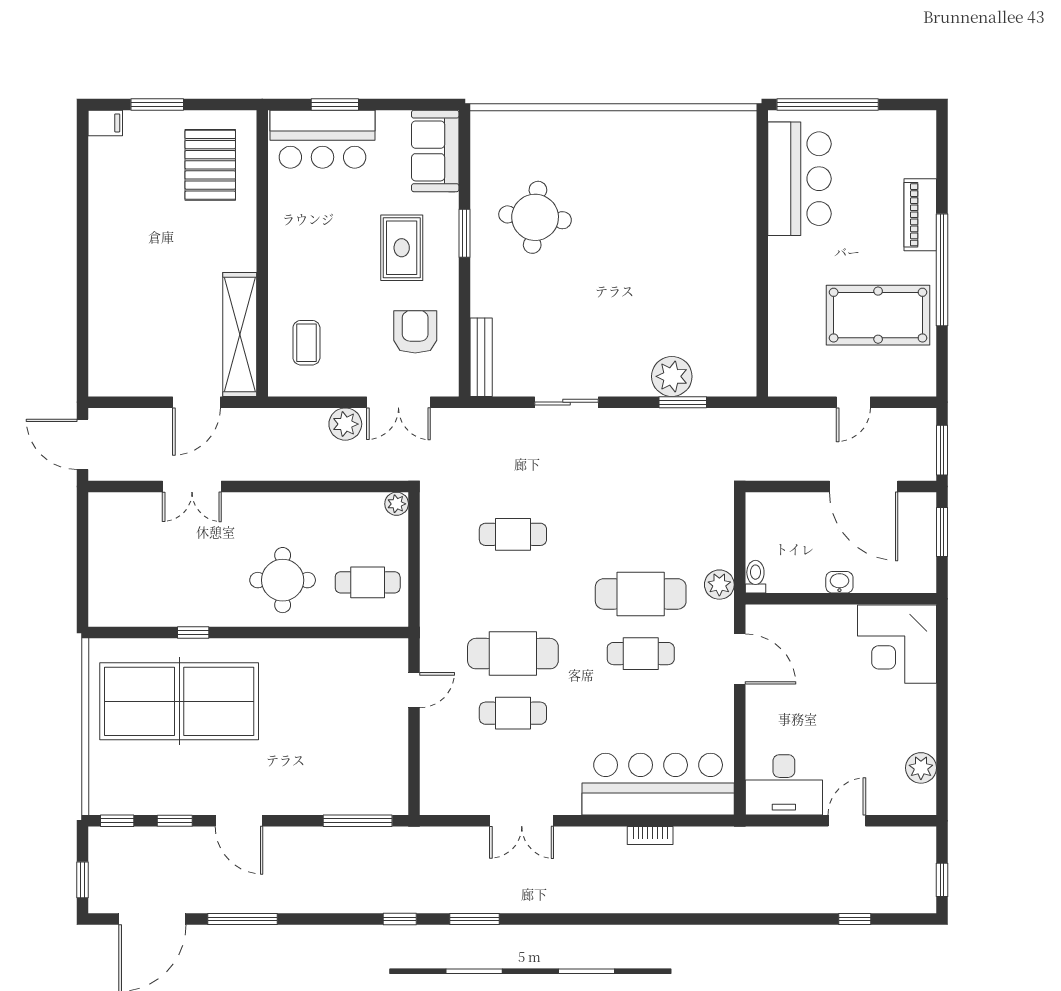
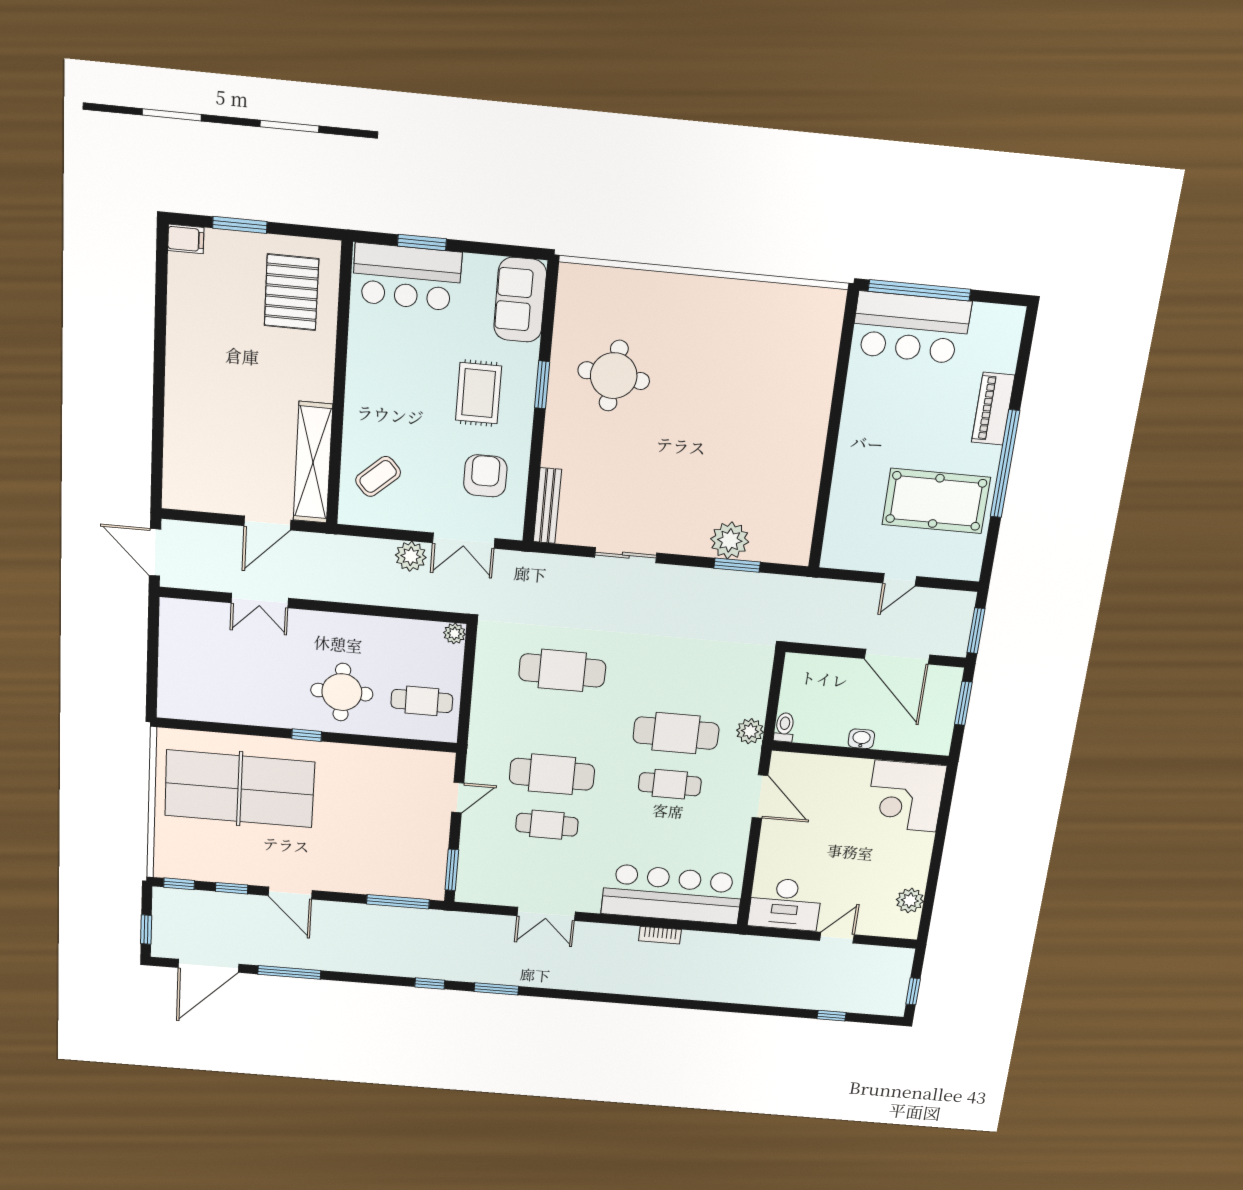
bar counter: (799, 179) -> (911, 328), moved, turned 90
coffee table: (306, 343) -> (378, 476), turned 48
cafe table: (513, 534) -> (562, 670), width x1.37, depth x1.35
window: (193, 633) -> (307, 735), moved
window: (414, 777) -> (452, 870), added

